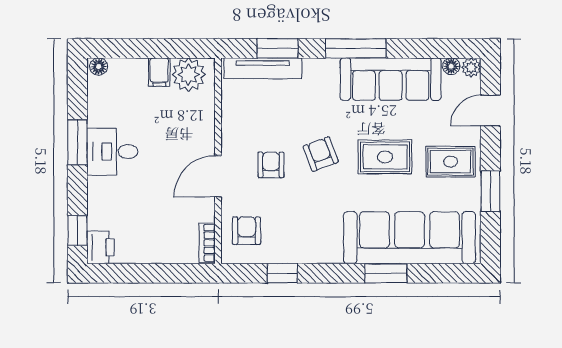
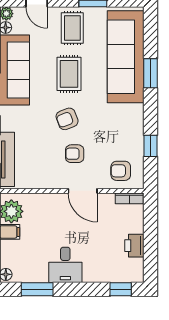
window: (77, 142) -> (37, 289), moved
printer: (100, 247) -> (134, 246), moved, turned -90

